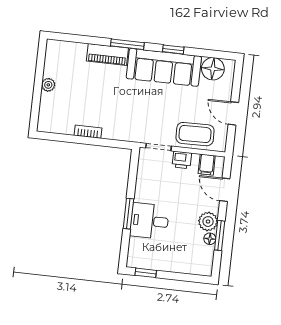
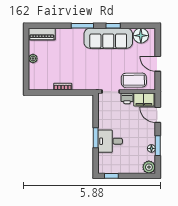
piano: (107, 55) -> (42, 34), moved
filing cabinet: (207, 165) -> (144, 100), width x2.00
plant: (208, 222) -> (149, 167), moved

